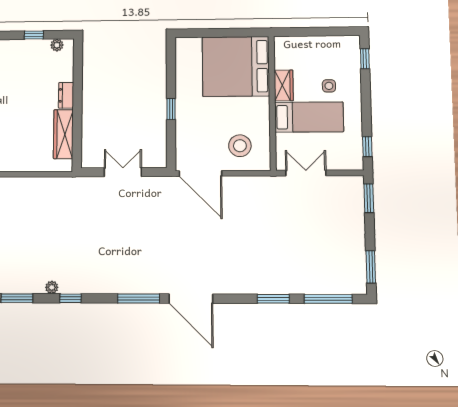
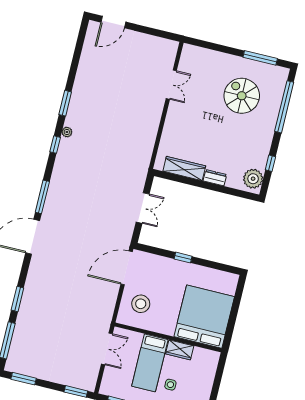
plant: (57, 45) -> (253, 179), width x1.87, depth x1.87

